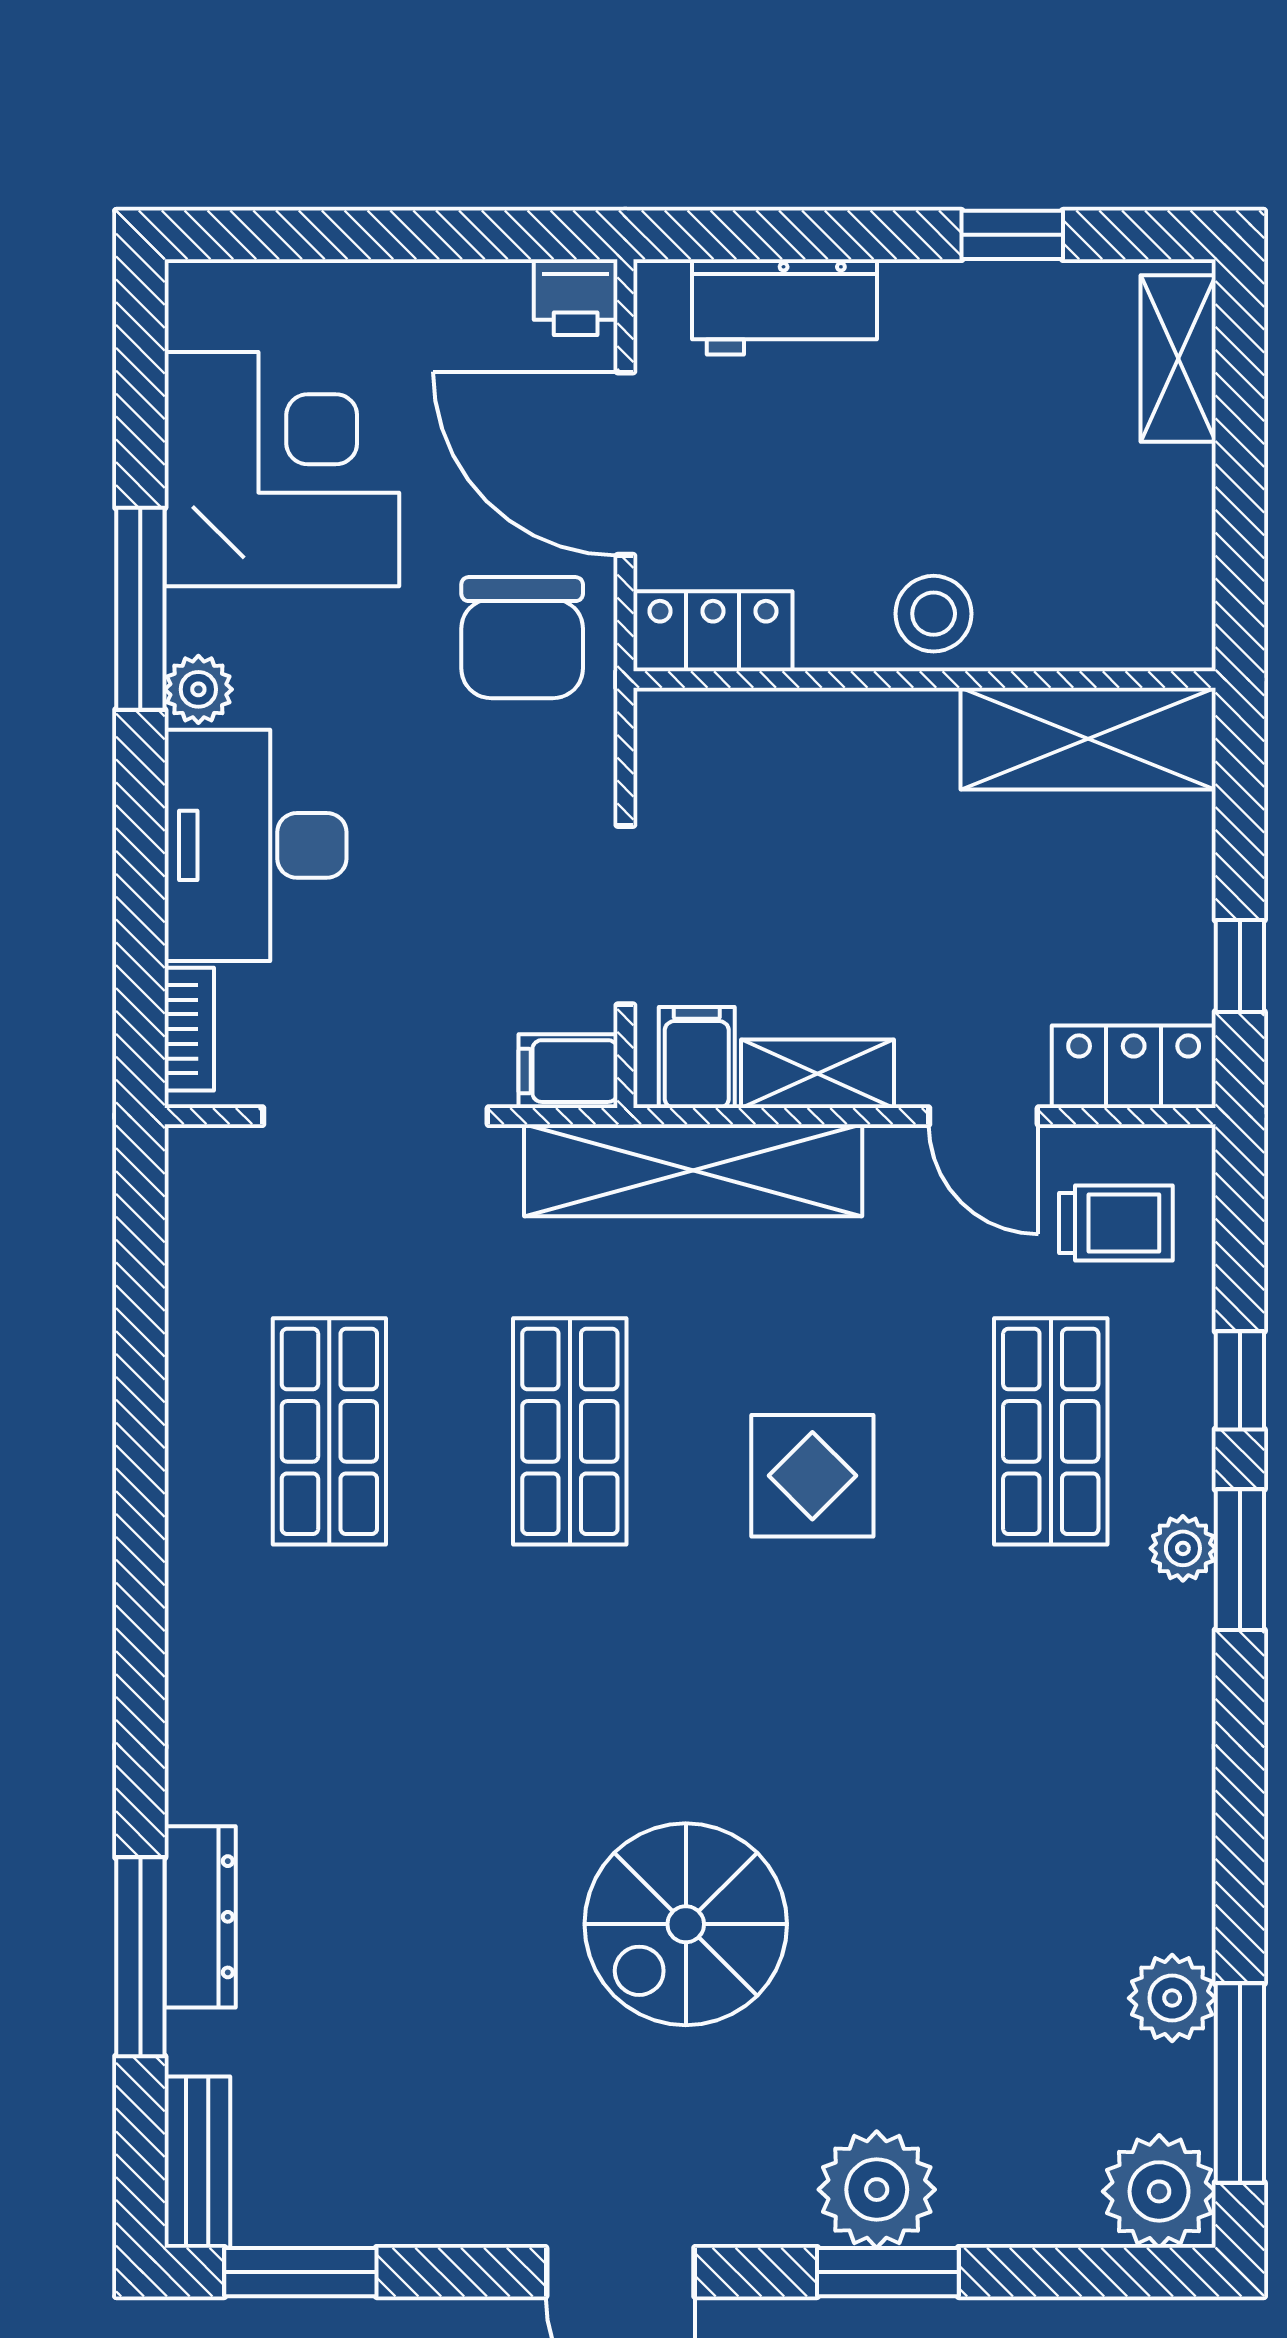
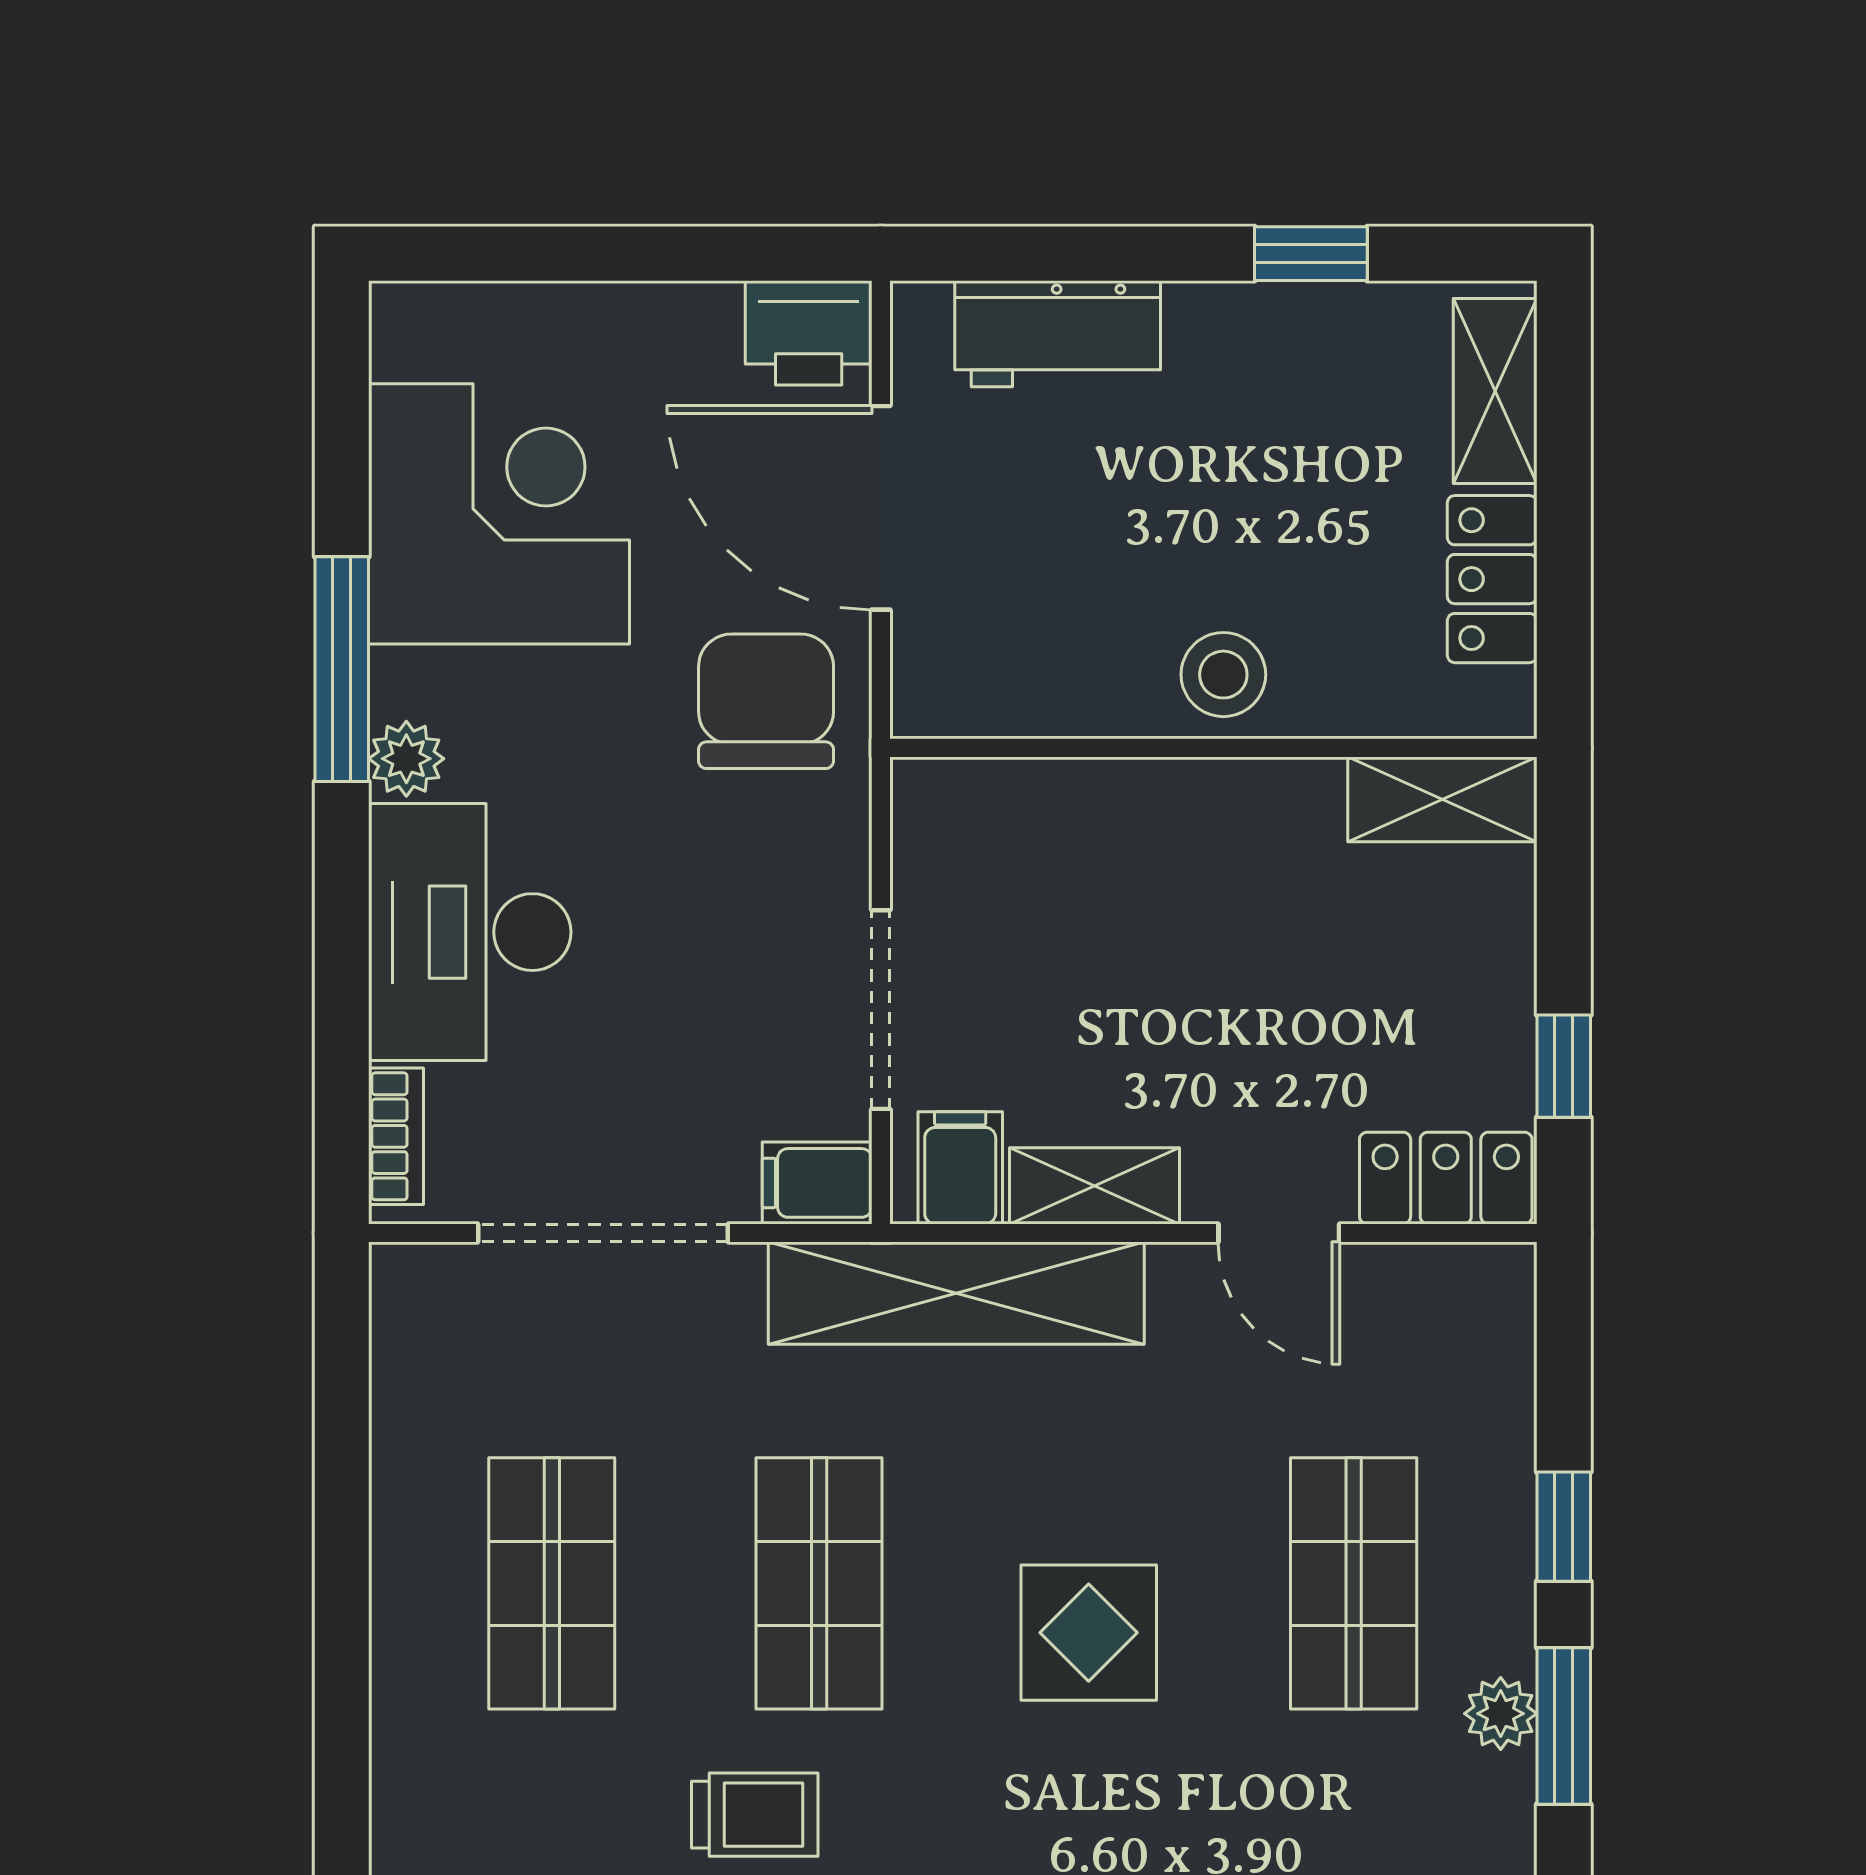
printer: (576, 297) -> (809, 333), width x1.36, depth x1.24
locker: (713, 631) -> (1492, 579), moved, turned -90
chair: (522, 638) -> (766, 701), turned 180
shelving: (1088, 739) -> (1442, 799), width x0.67, depth x0.75
trolley: (1116, 1223) -> (755, 1815), moved

